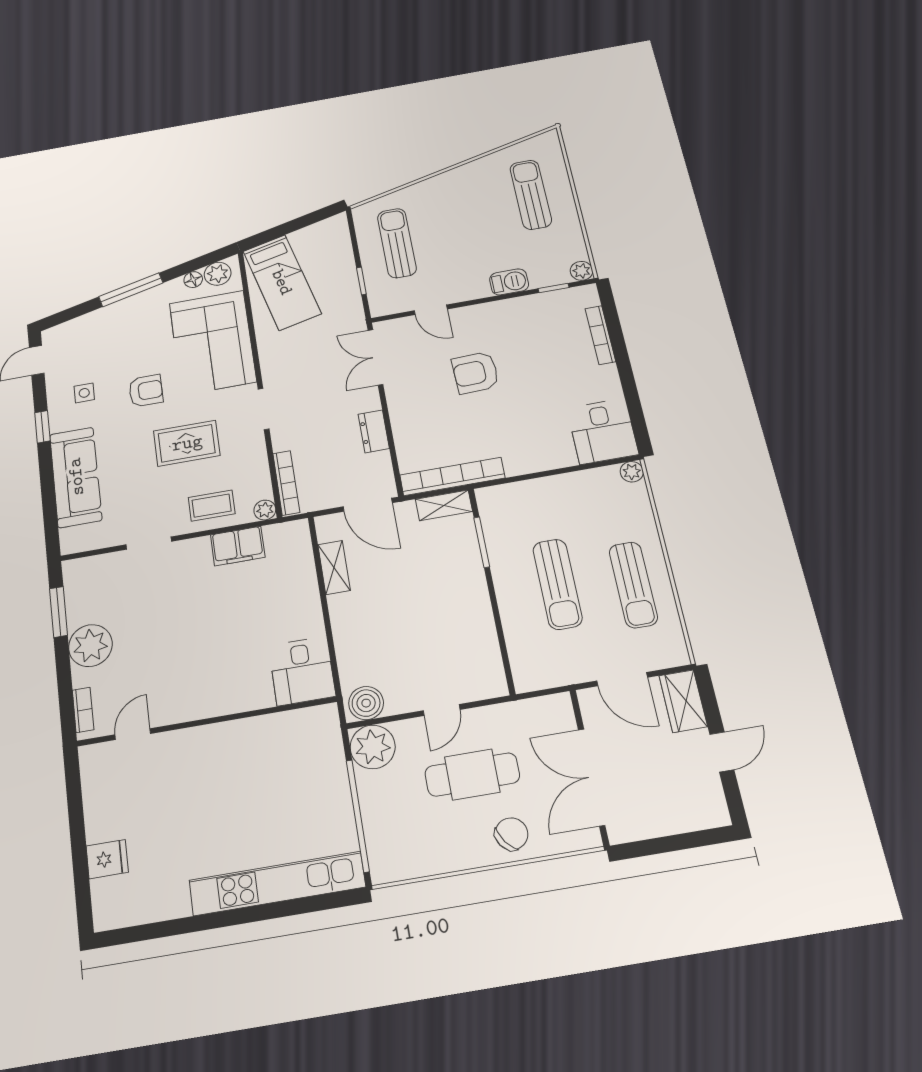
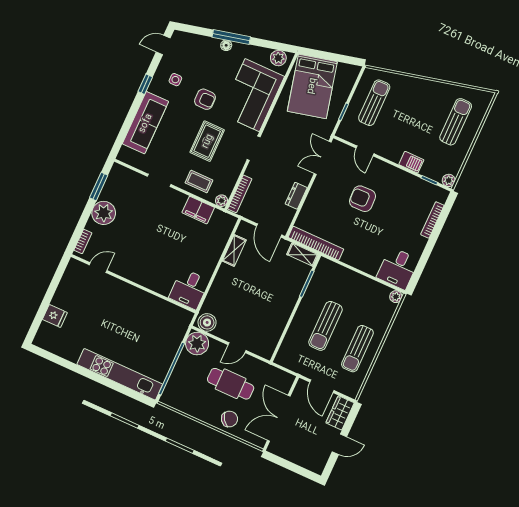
floor lamp: (193, 280) -> (226, 45), moved
bed: (282, 282) -> (312, 86), width x1.50
rug: (187, 443) -> (207, 141), turned 90

